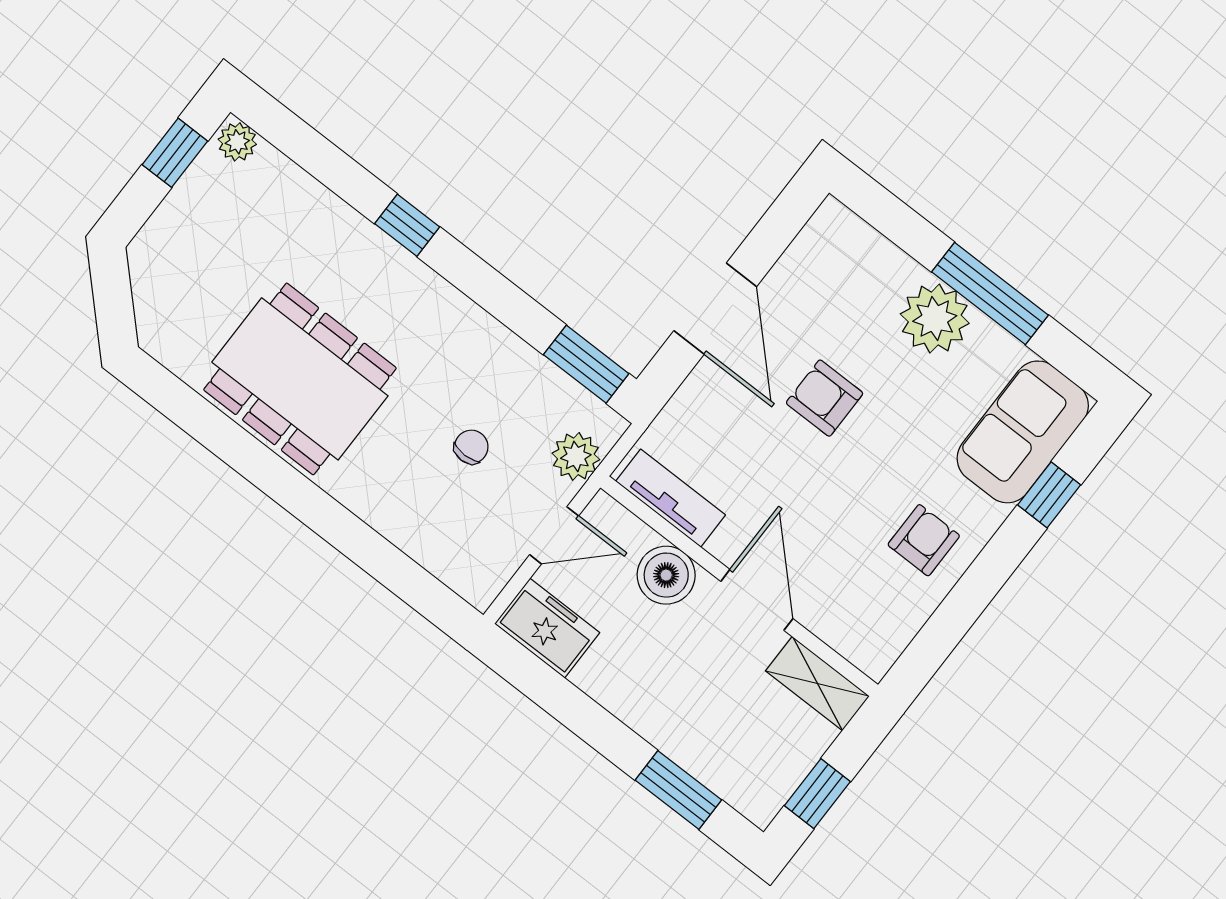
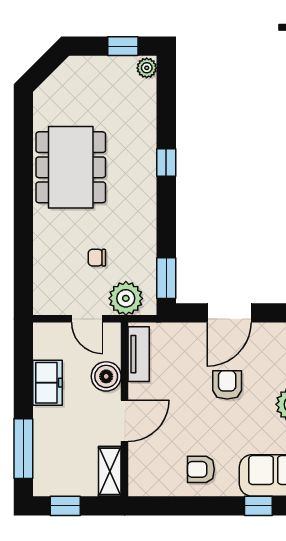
chair: (471, 447) -> (97, 258), turned 180
plant: (576, 456) -> (126, 298), width x1.36, depth x1.36
armchair: (924, 540) -> (201, 469), turned 180
freezer: (547, 628) -> (48, 383), moved
window: (678, 790) -> (23, 449), width x1.44

